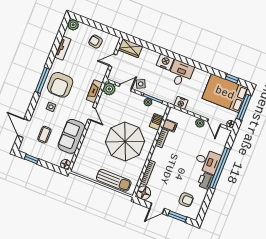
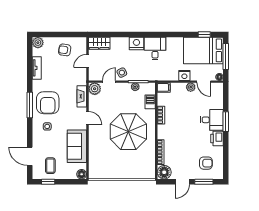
nightstand: (181, 103) -> (184, 75), moved
filing cabinet: (170, 125) -> (164, 87), moved
coffee table: (44, 135) -> (50, 166), moved
window: (220, 168) -> (226, 122), width x0.47
sun lounger: (114, 180) -> (132, 172), removed

